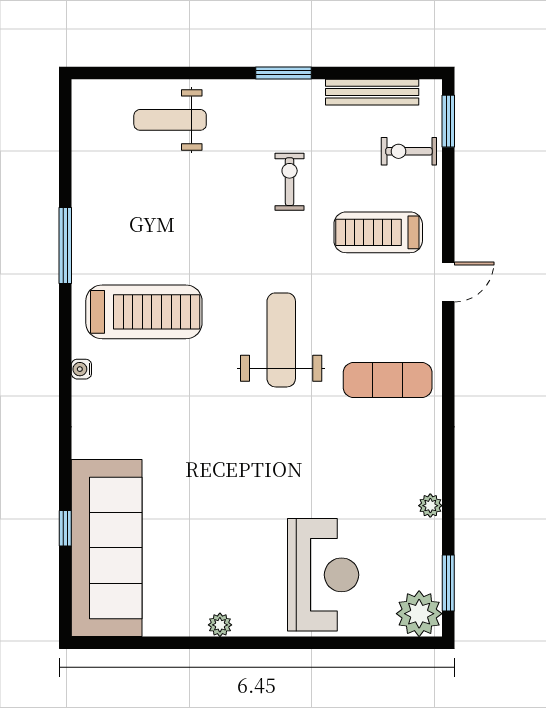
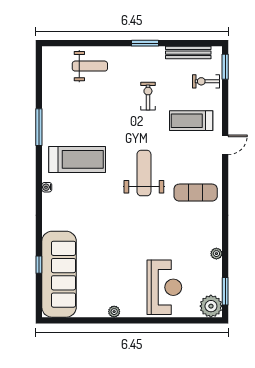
weight bench: (170, 120) -> (90, 66), turned 180

